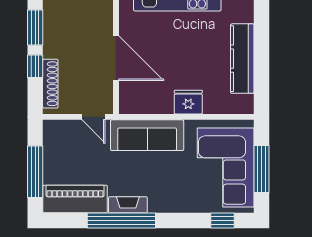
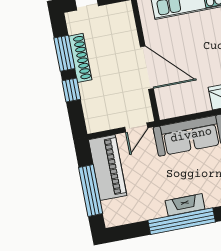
shoe rack: (50, 84) -> (80, 58), moved
door: (93, 117) -> (136, 128), hinge flipped
piano: (75, 199) -> (108, 168), moved, turned 90

